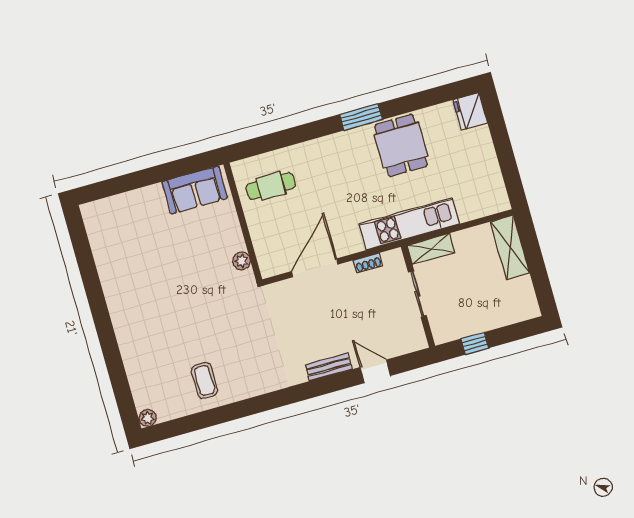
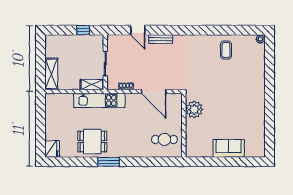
dining table: (401, 145) -> (92, 142), turned 90
sofa: (195, 190) -> (229, 148), moved
plant: (241, 261) -> (194, 110), width x1.87, depth x1.87
door: (315, 268) -> (154, 92), hinge flipped

